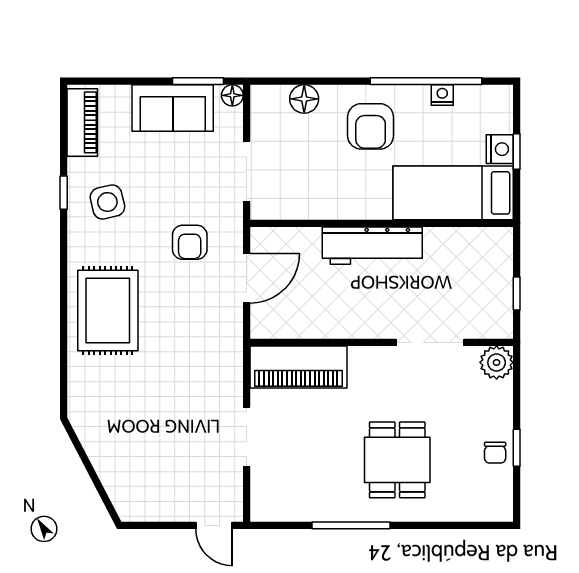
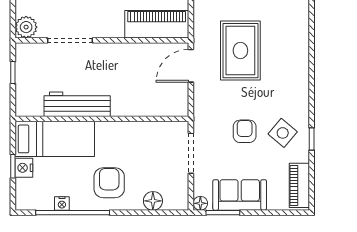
side table: (107, 202) -> (283, 133), turned -37
armchair: (190, 242) -> (245, 131), moved
workbench: (372, 246) -> (77, 104), moved
door: (247, 278) -> (191, 66), moved
rug: (108, 310) -> (240, 51), moved

